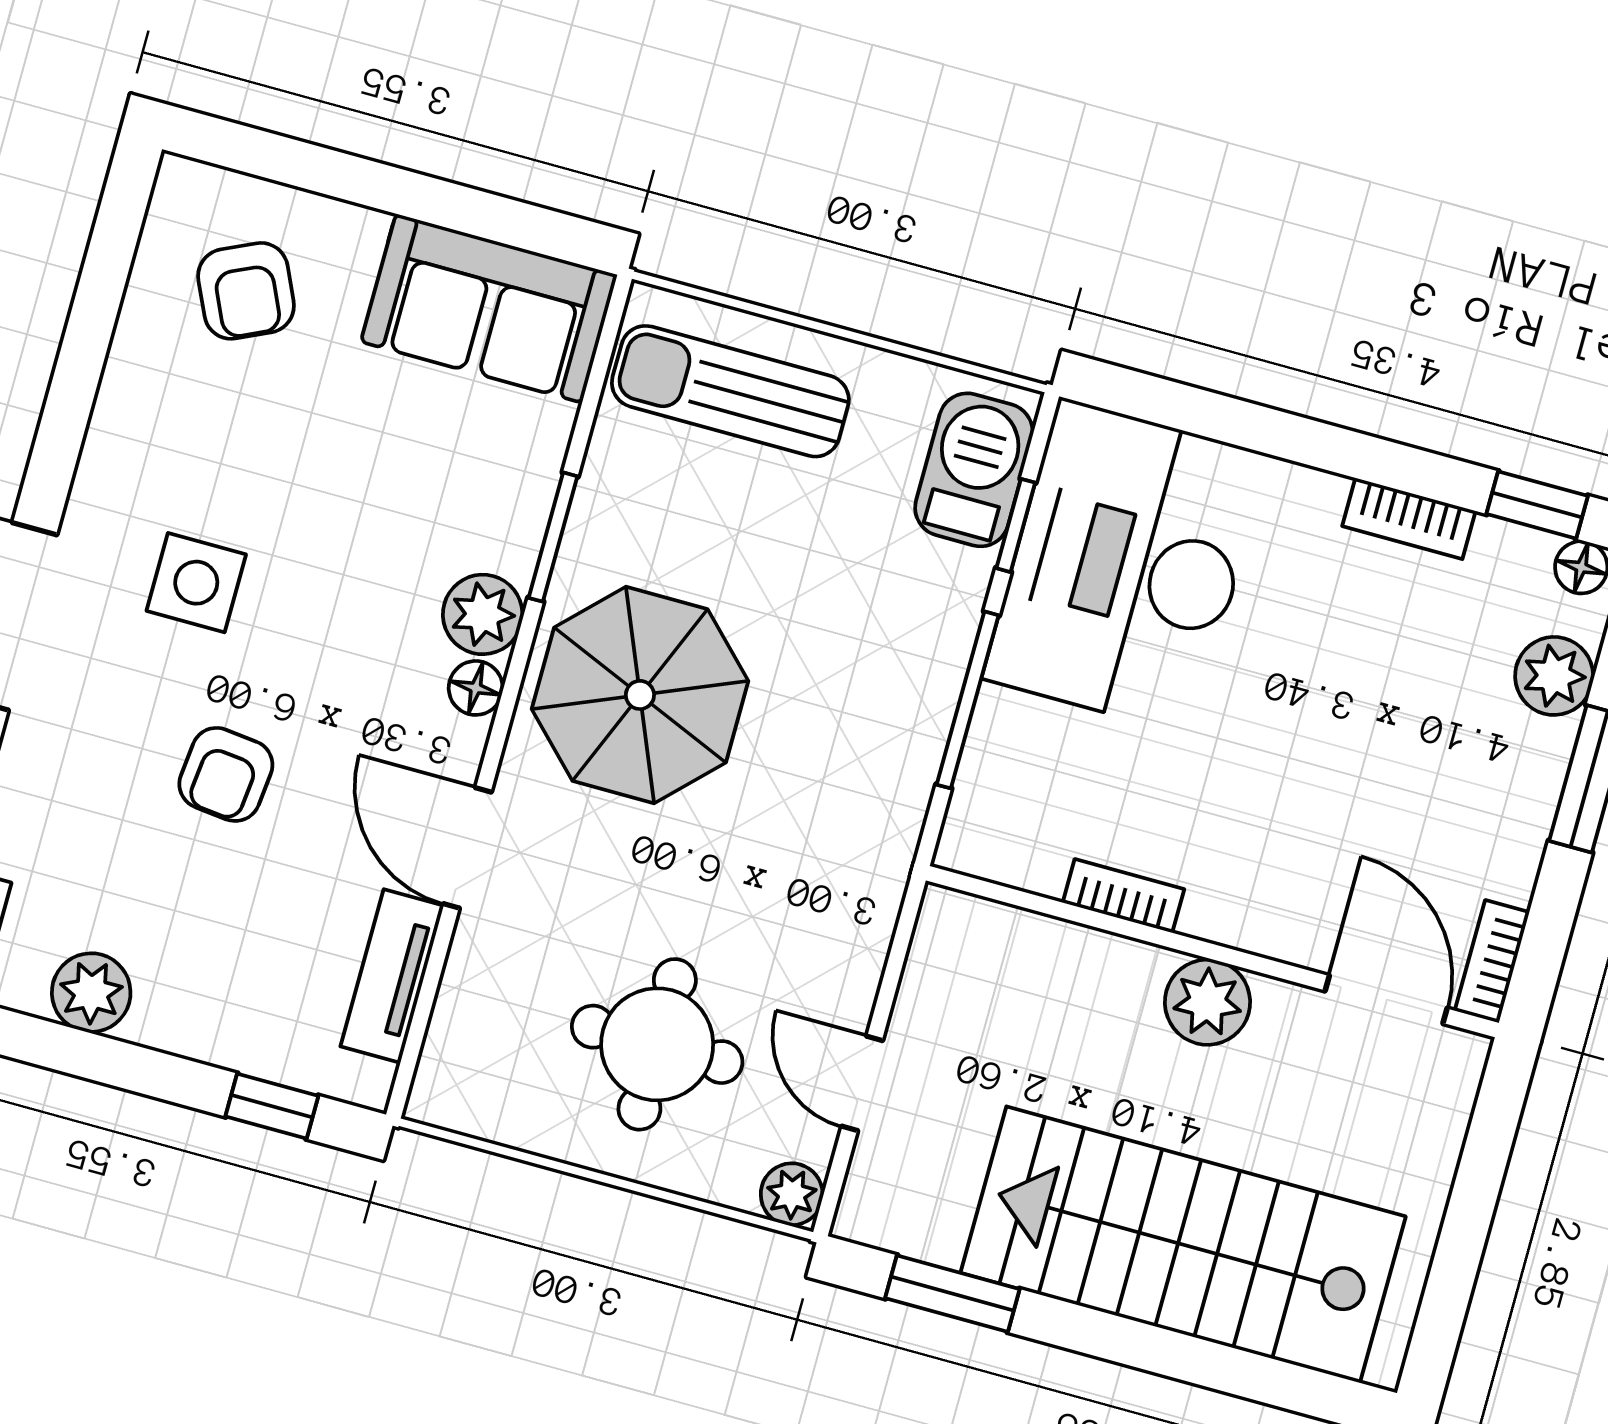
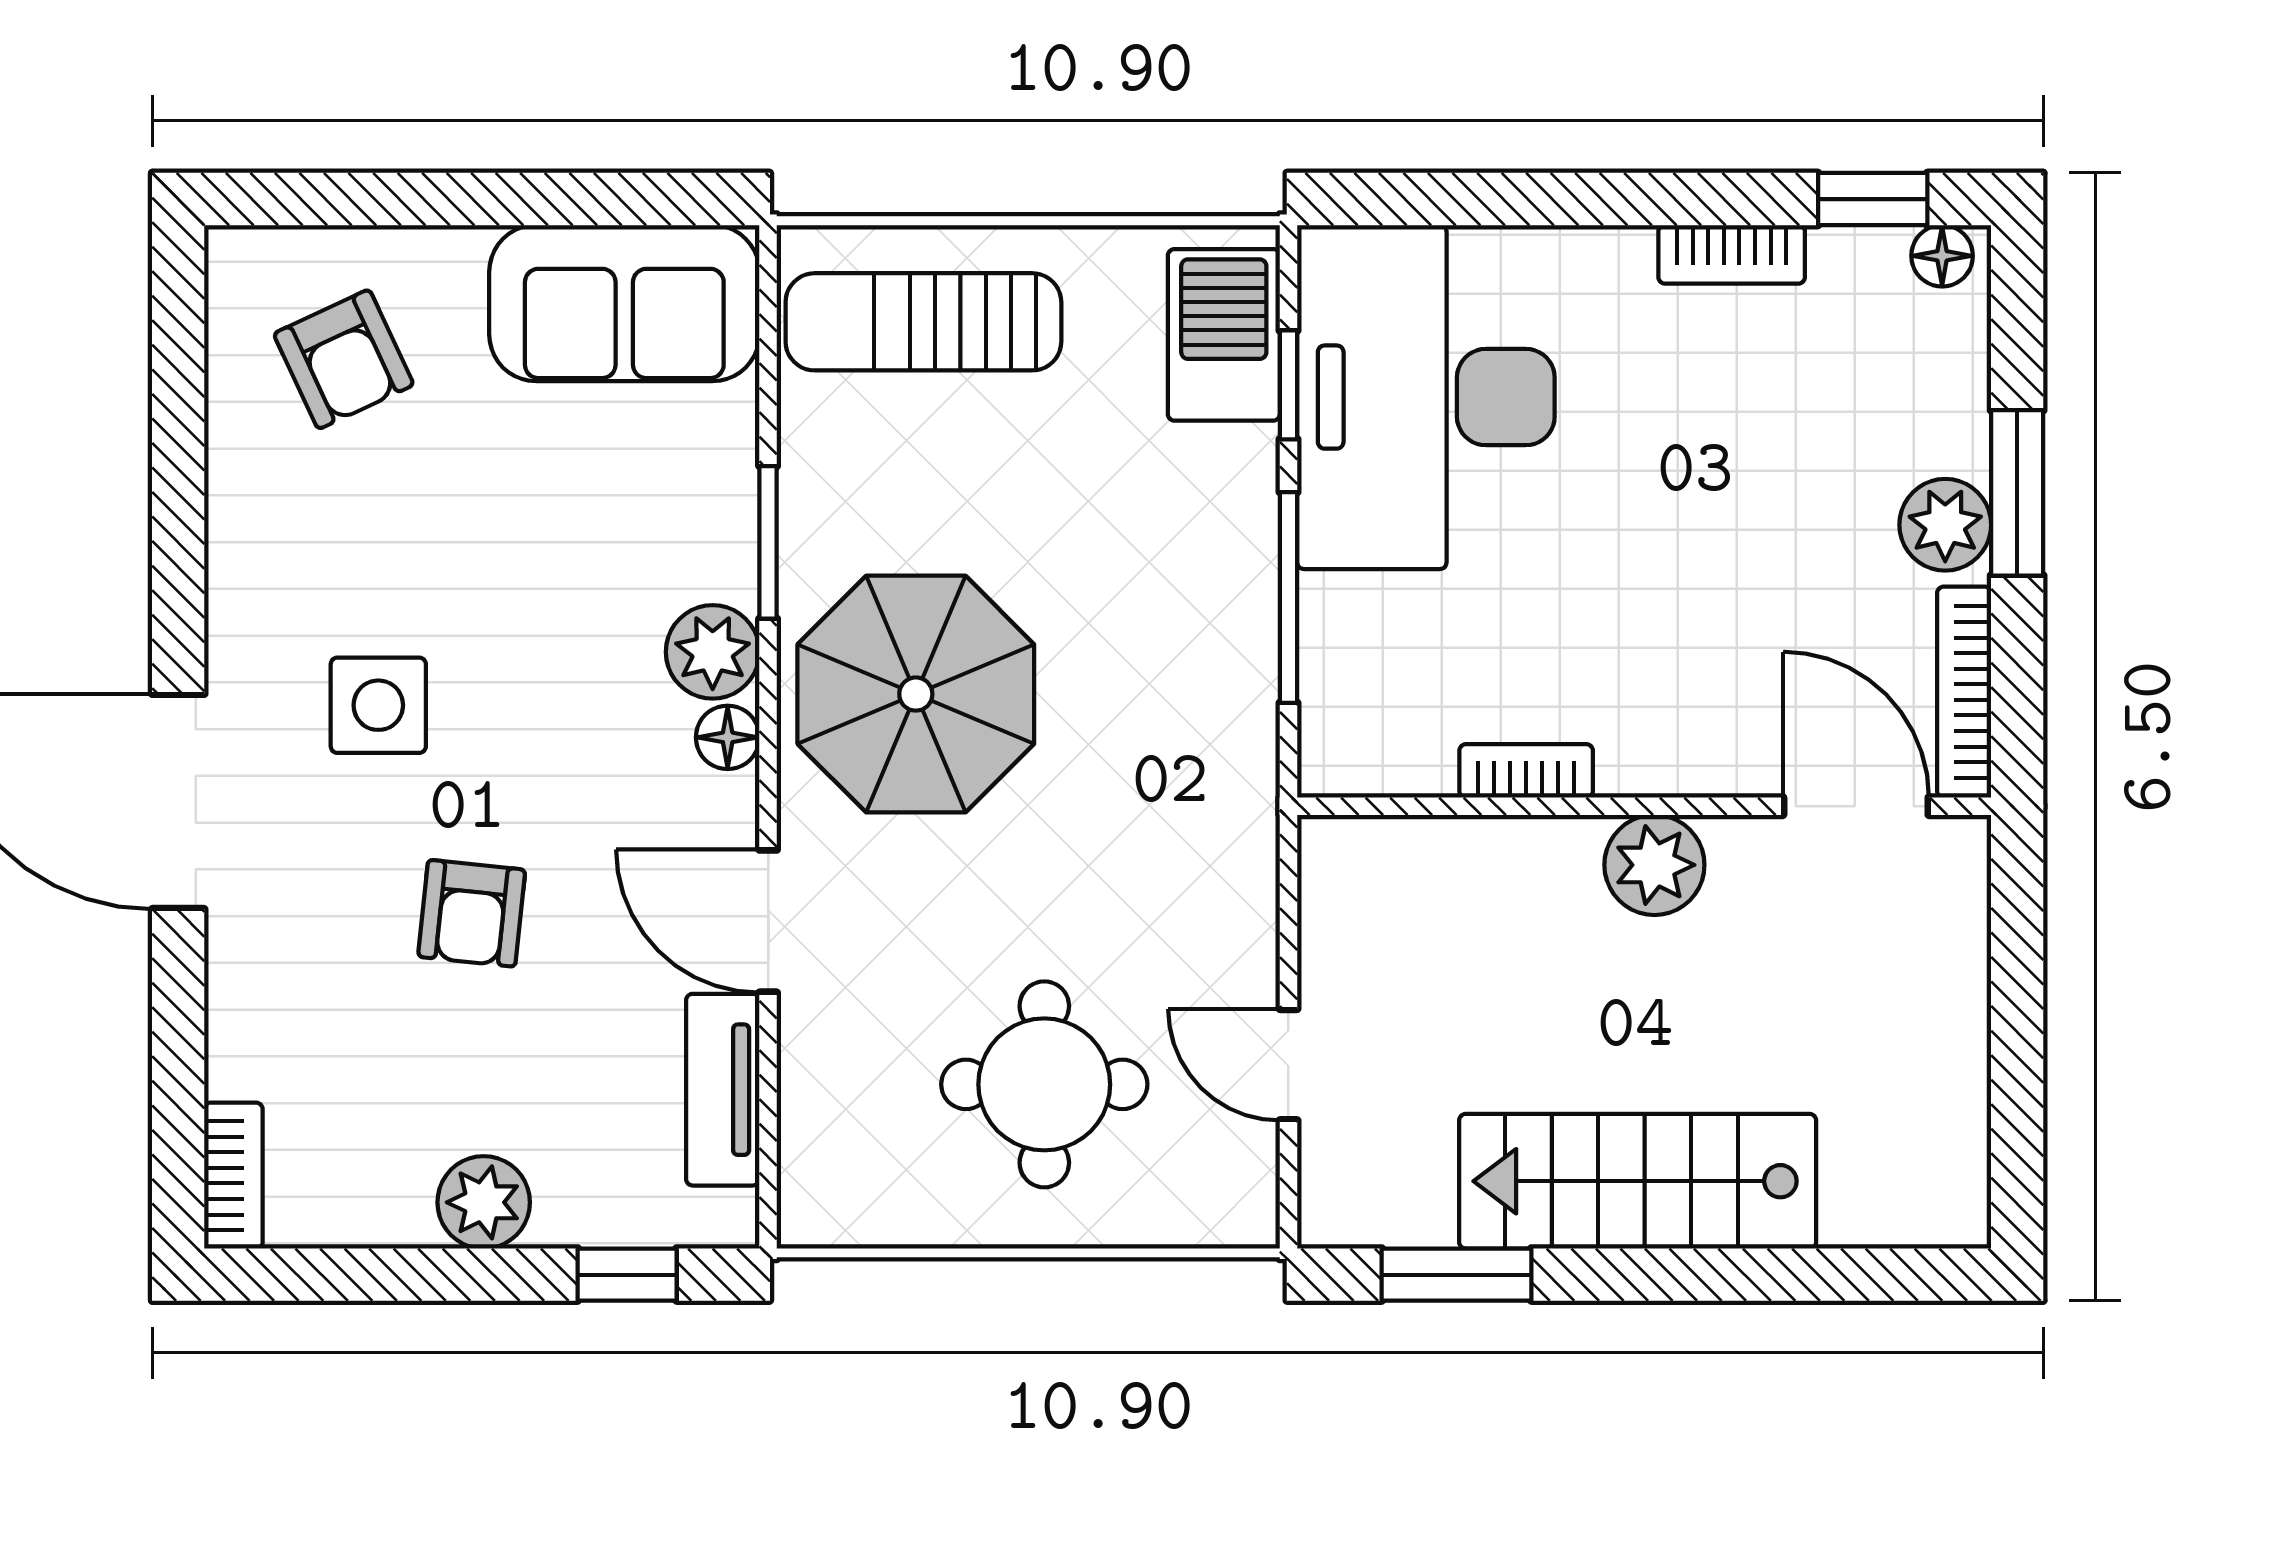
plant: (1554, 676) -> (1945, 525), moved
bookcase: (1492, 961) -> (1964, 692), width x1.56
plant: (91, 993) -> (484, 1202), moved
plant: (792, 1194) -> (1243, 1212), removed
stairs: (1183, 1245) -> (1638, 1181), width x0.73, depth x0.66

